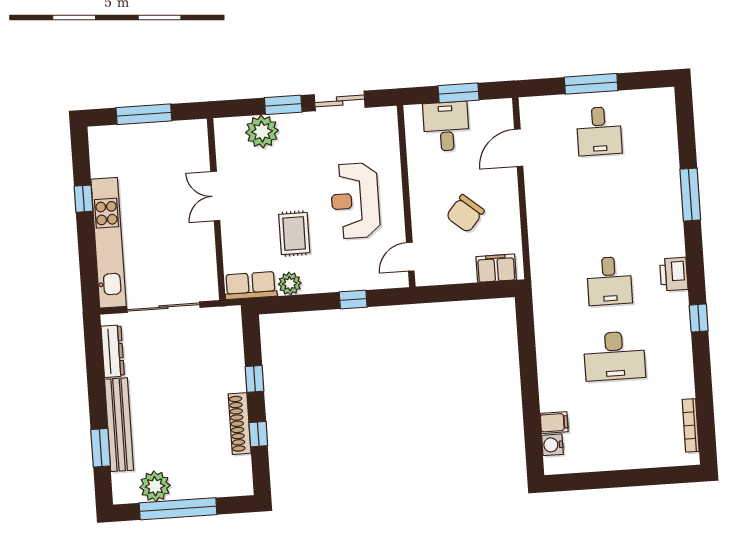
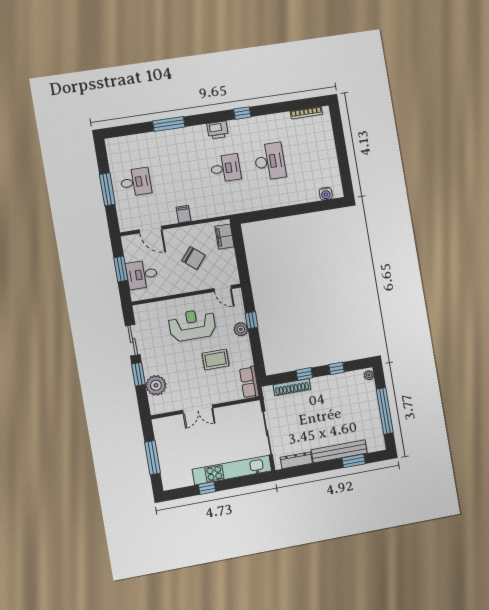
reception desk: (355, 201) -> (192, 325), turned 180
plant: (290, 284) -> (241, 329), moved
filing cabinet: (554, 423) -> (184, 214), moved
shoe rack: (240, 424) -> (292, 387), moved
plant: (155, 486) -> (369, 375), moved, width x0.53, depth x0.53

